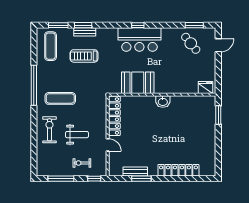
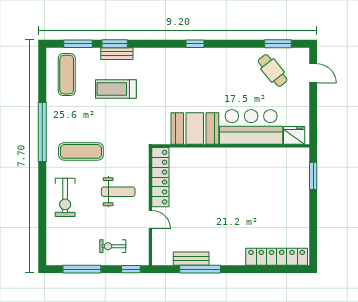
bar counter: (139, 40) -> (251, 127), moved, turned 180
door: (218, 45) -> (313, 73), hinge flipped
washbasin: (163, 102) -> (232, 156), removed
exercise bike: (49, 130) -> (65, 197), turned 180
weight bench: (77, 135) -> (118, 192), moved
locker: (178, 170) -> (277, 257), moved
window: (141, 179) -> (200, 269), width x1.44

